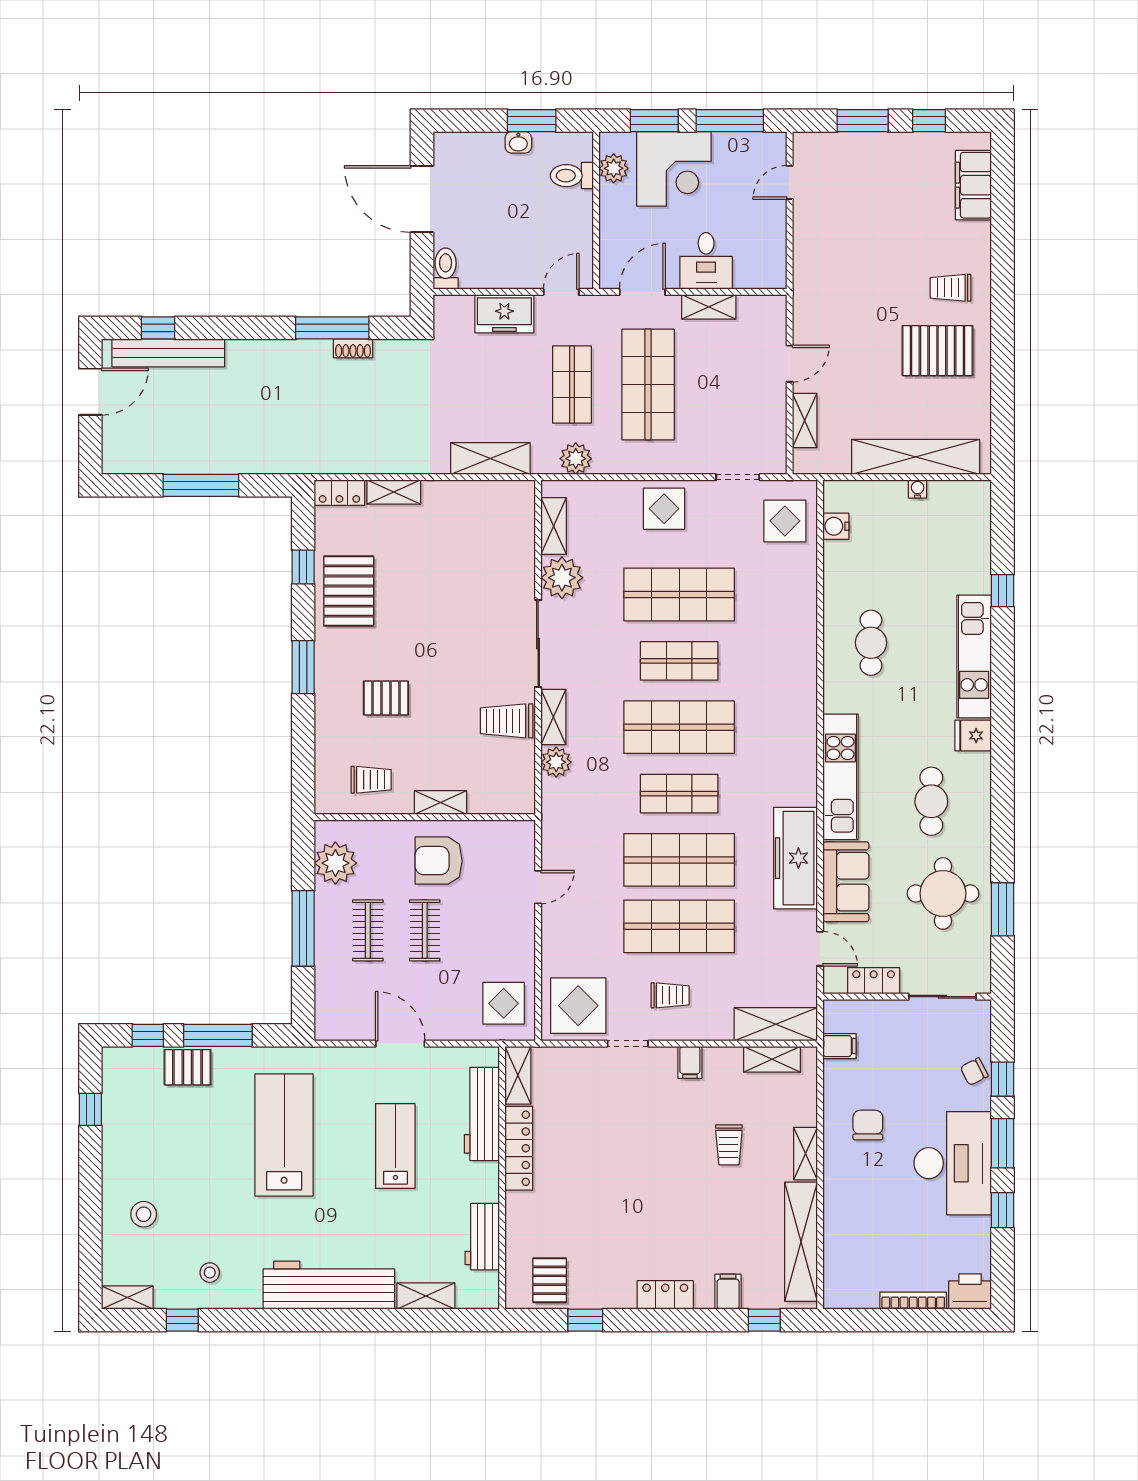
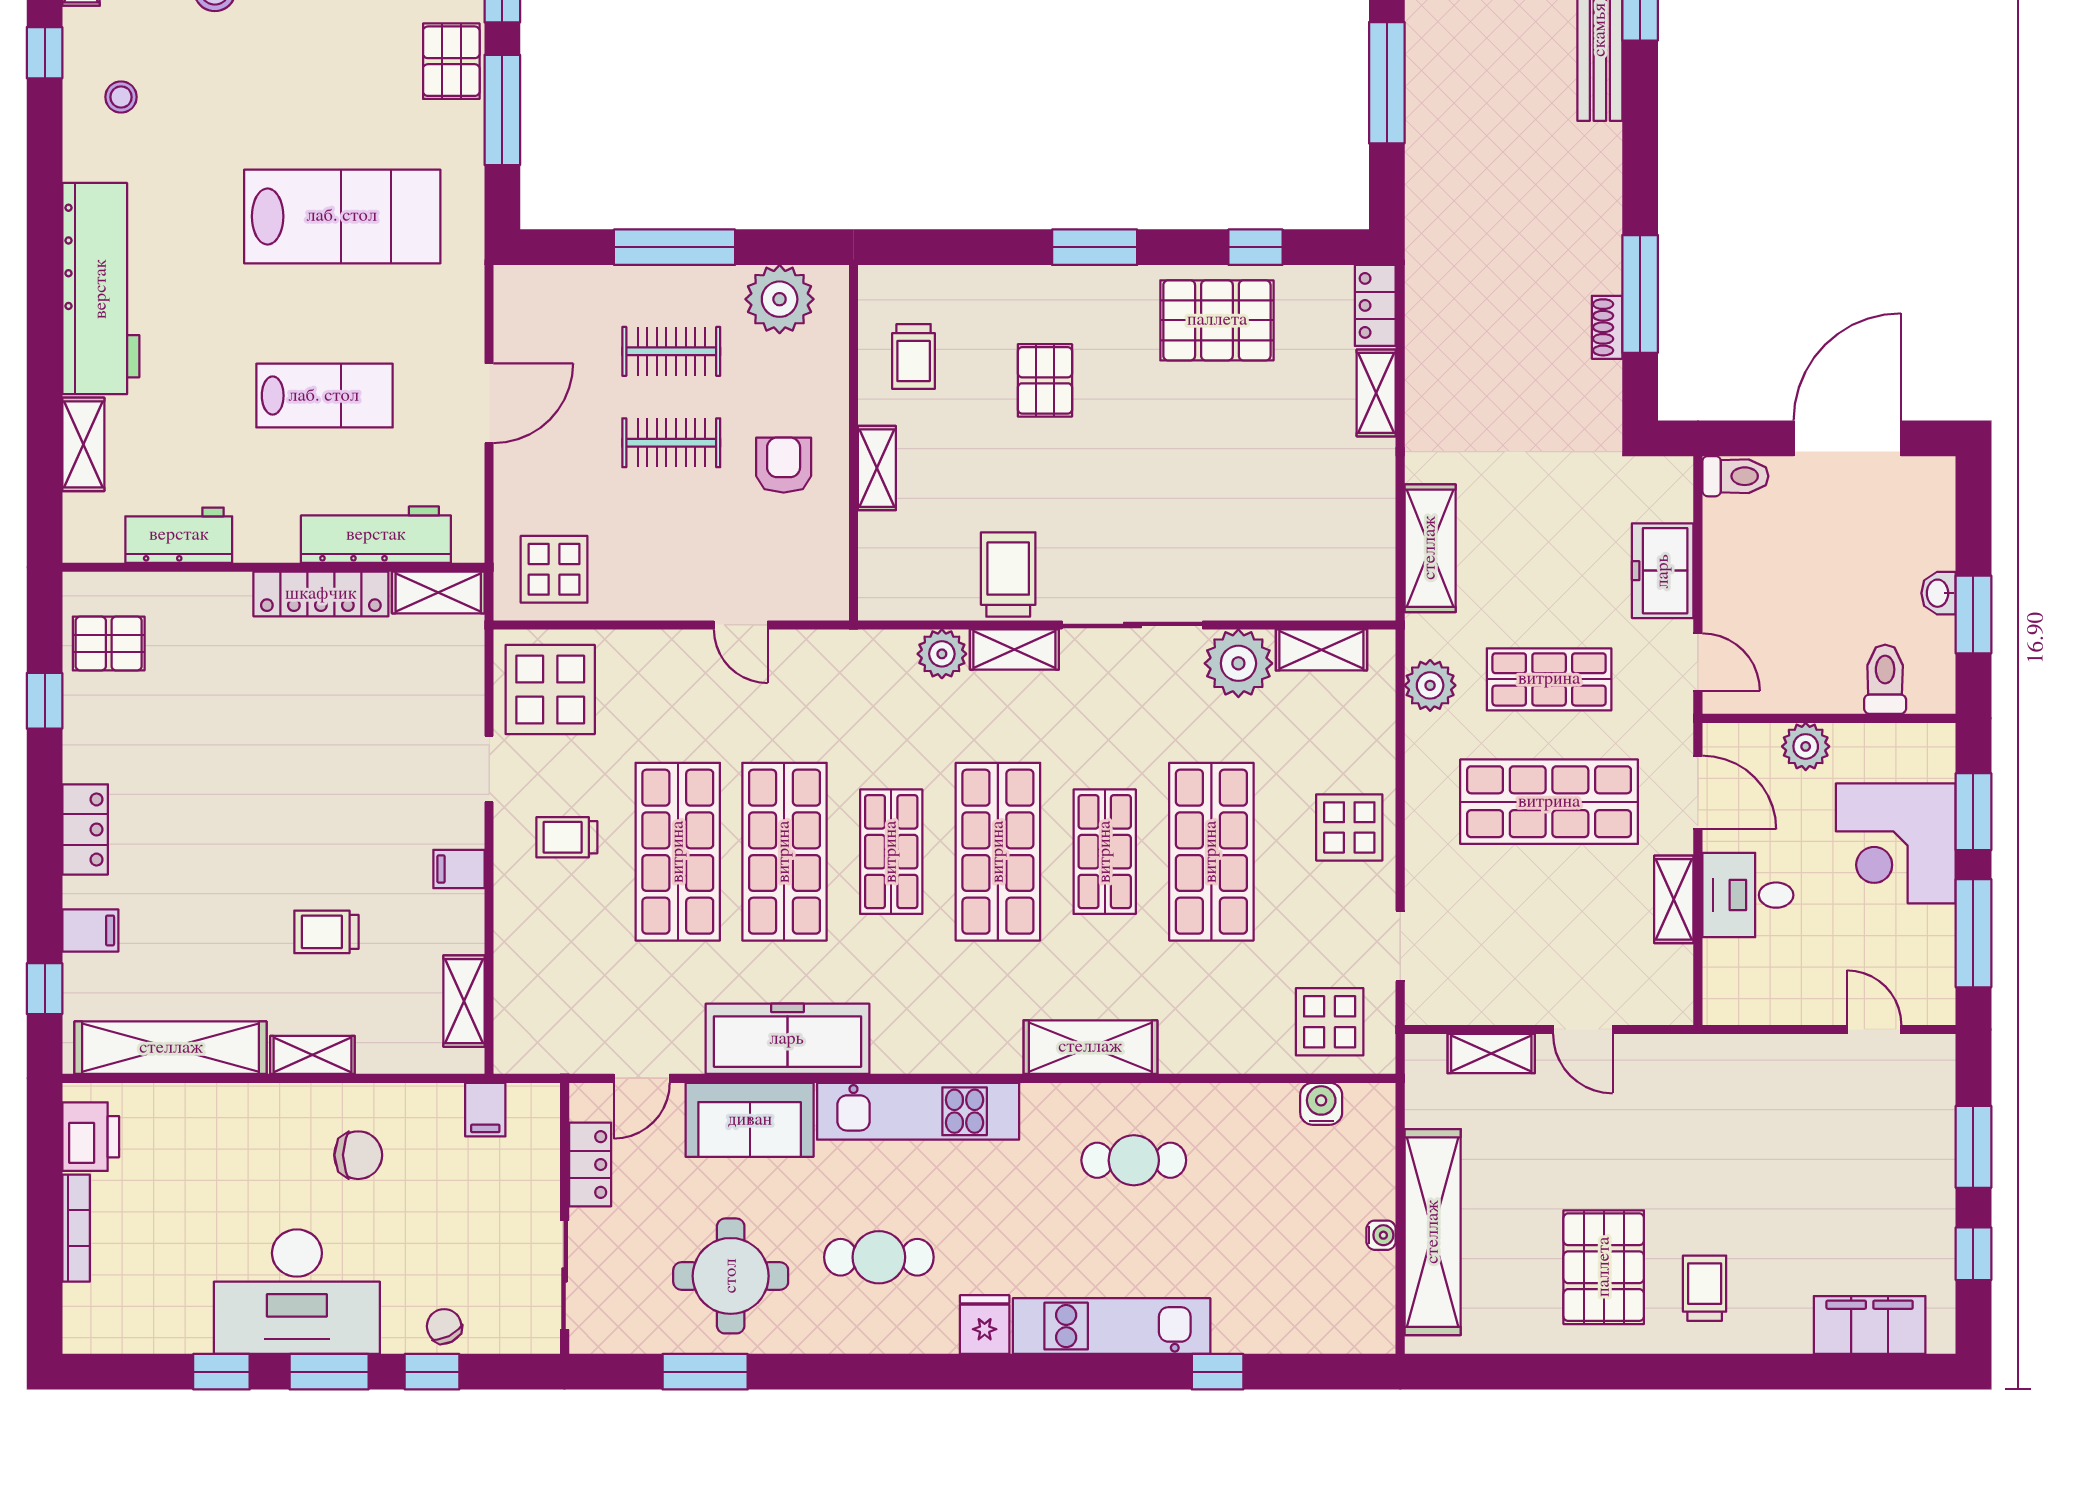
plant: (614, 168) -> (1806, 746), moved
armchair: (439, 861) -> (784, 465), width x0.72, depth x0.72
trolley: (670, 995) -> (567, 837), turned 90
shelving: (776, 1024) -> (1090, 1047), moved, turned 90
printer: (970, 1291) -> (91, 1137), moved

